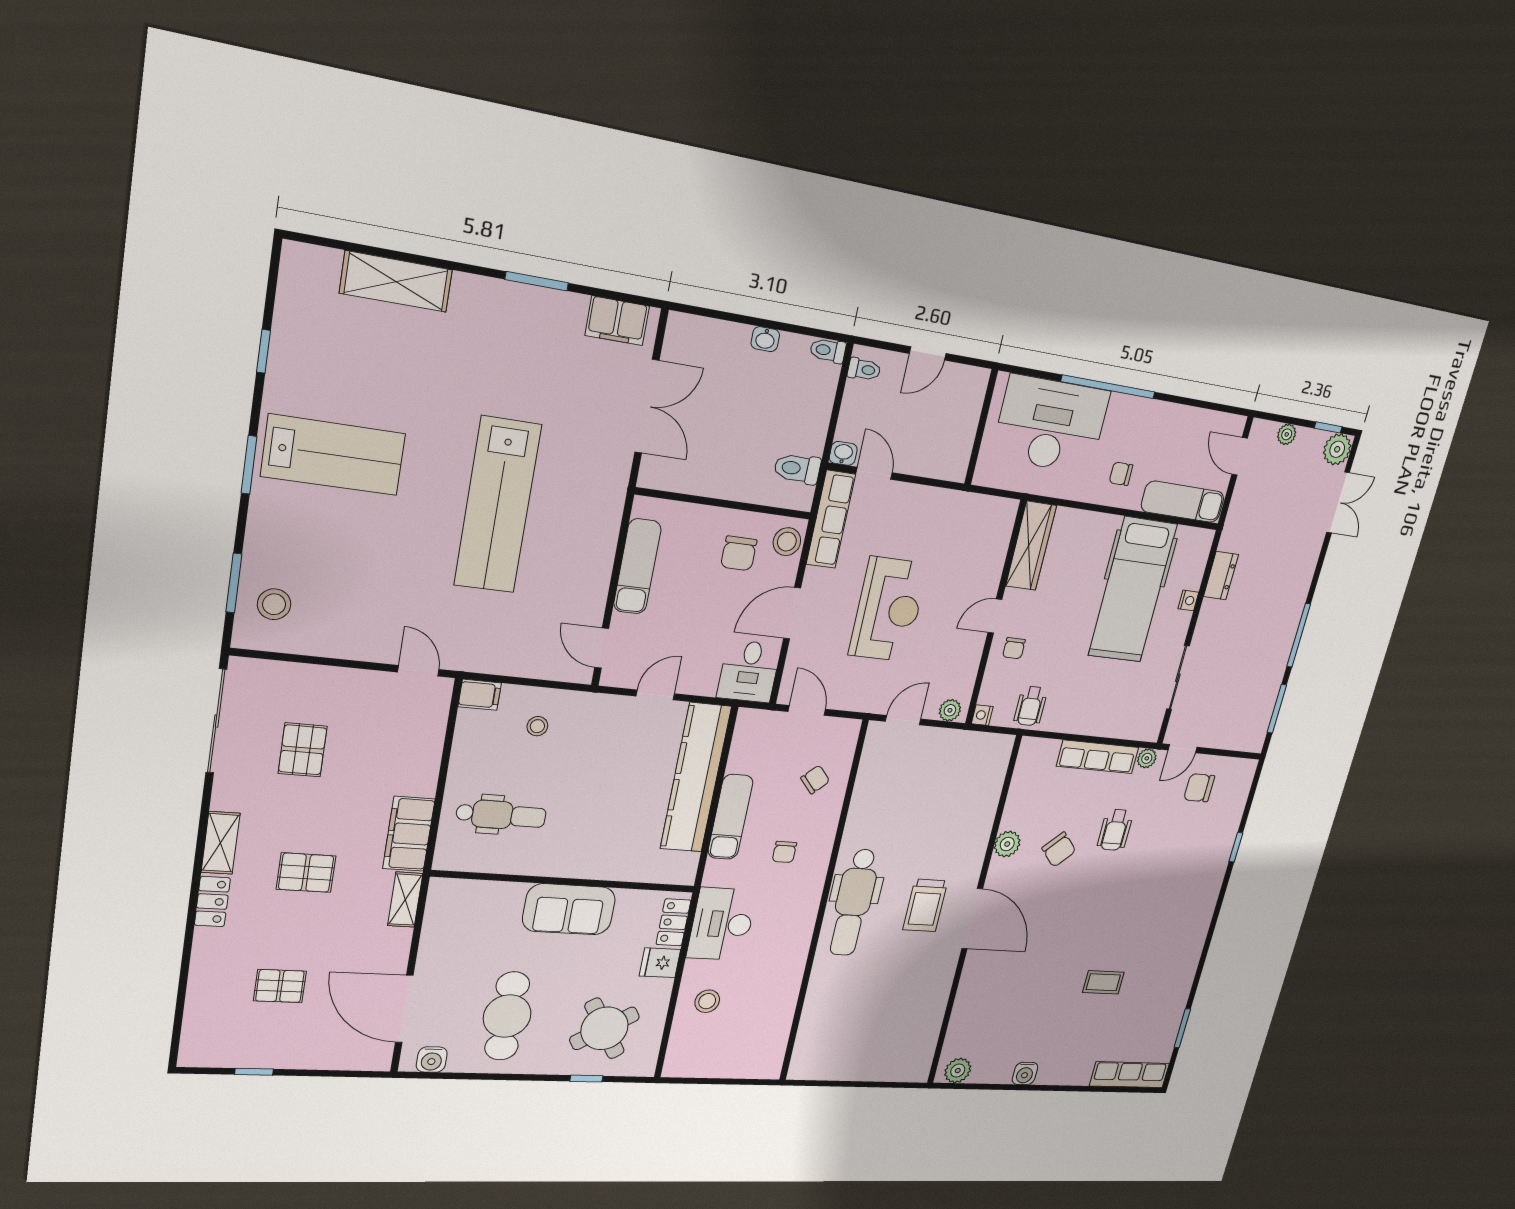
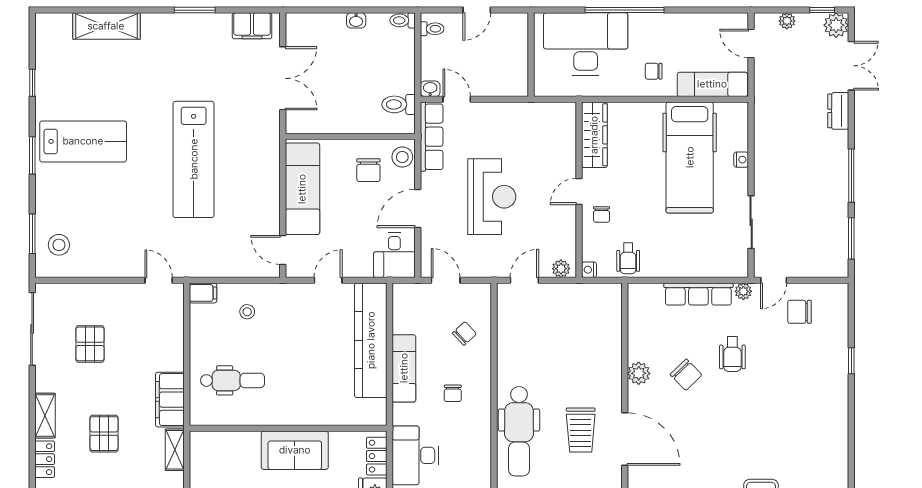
exam couch: (637, 566) -> (302, 189), width x1.36, depth x1.45
dresser: (1221, 576) -> (838, 111), moved, turned 180
pallet: (306, 873) -> (104, 434), turned 90

